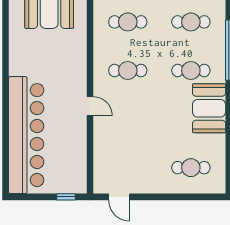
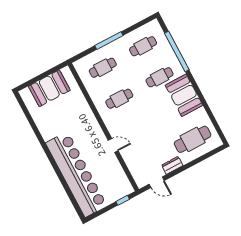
door: (90, 106) -> (113, 145), moved
cafe table: (191, 168) -> (193, 139), width x1.37, depth x1.35
dresser: (149, 186) -> (172, 165), added

